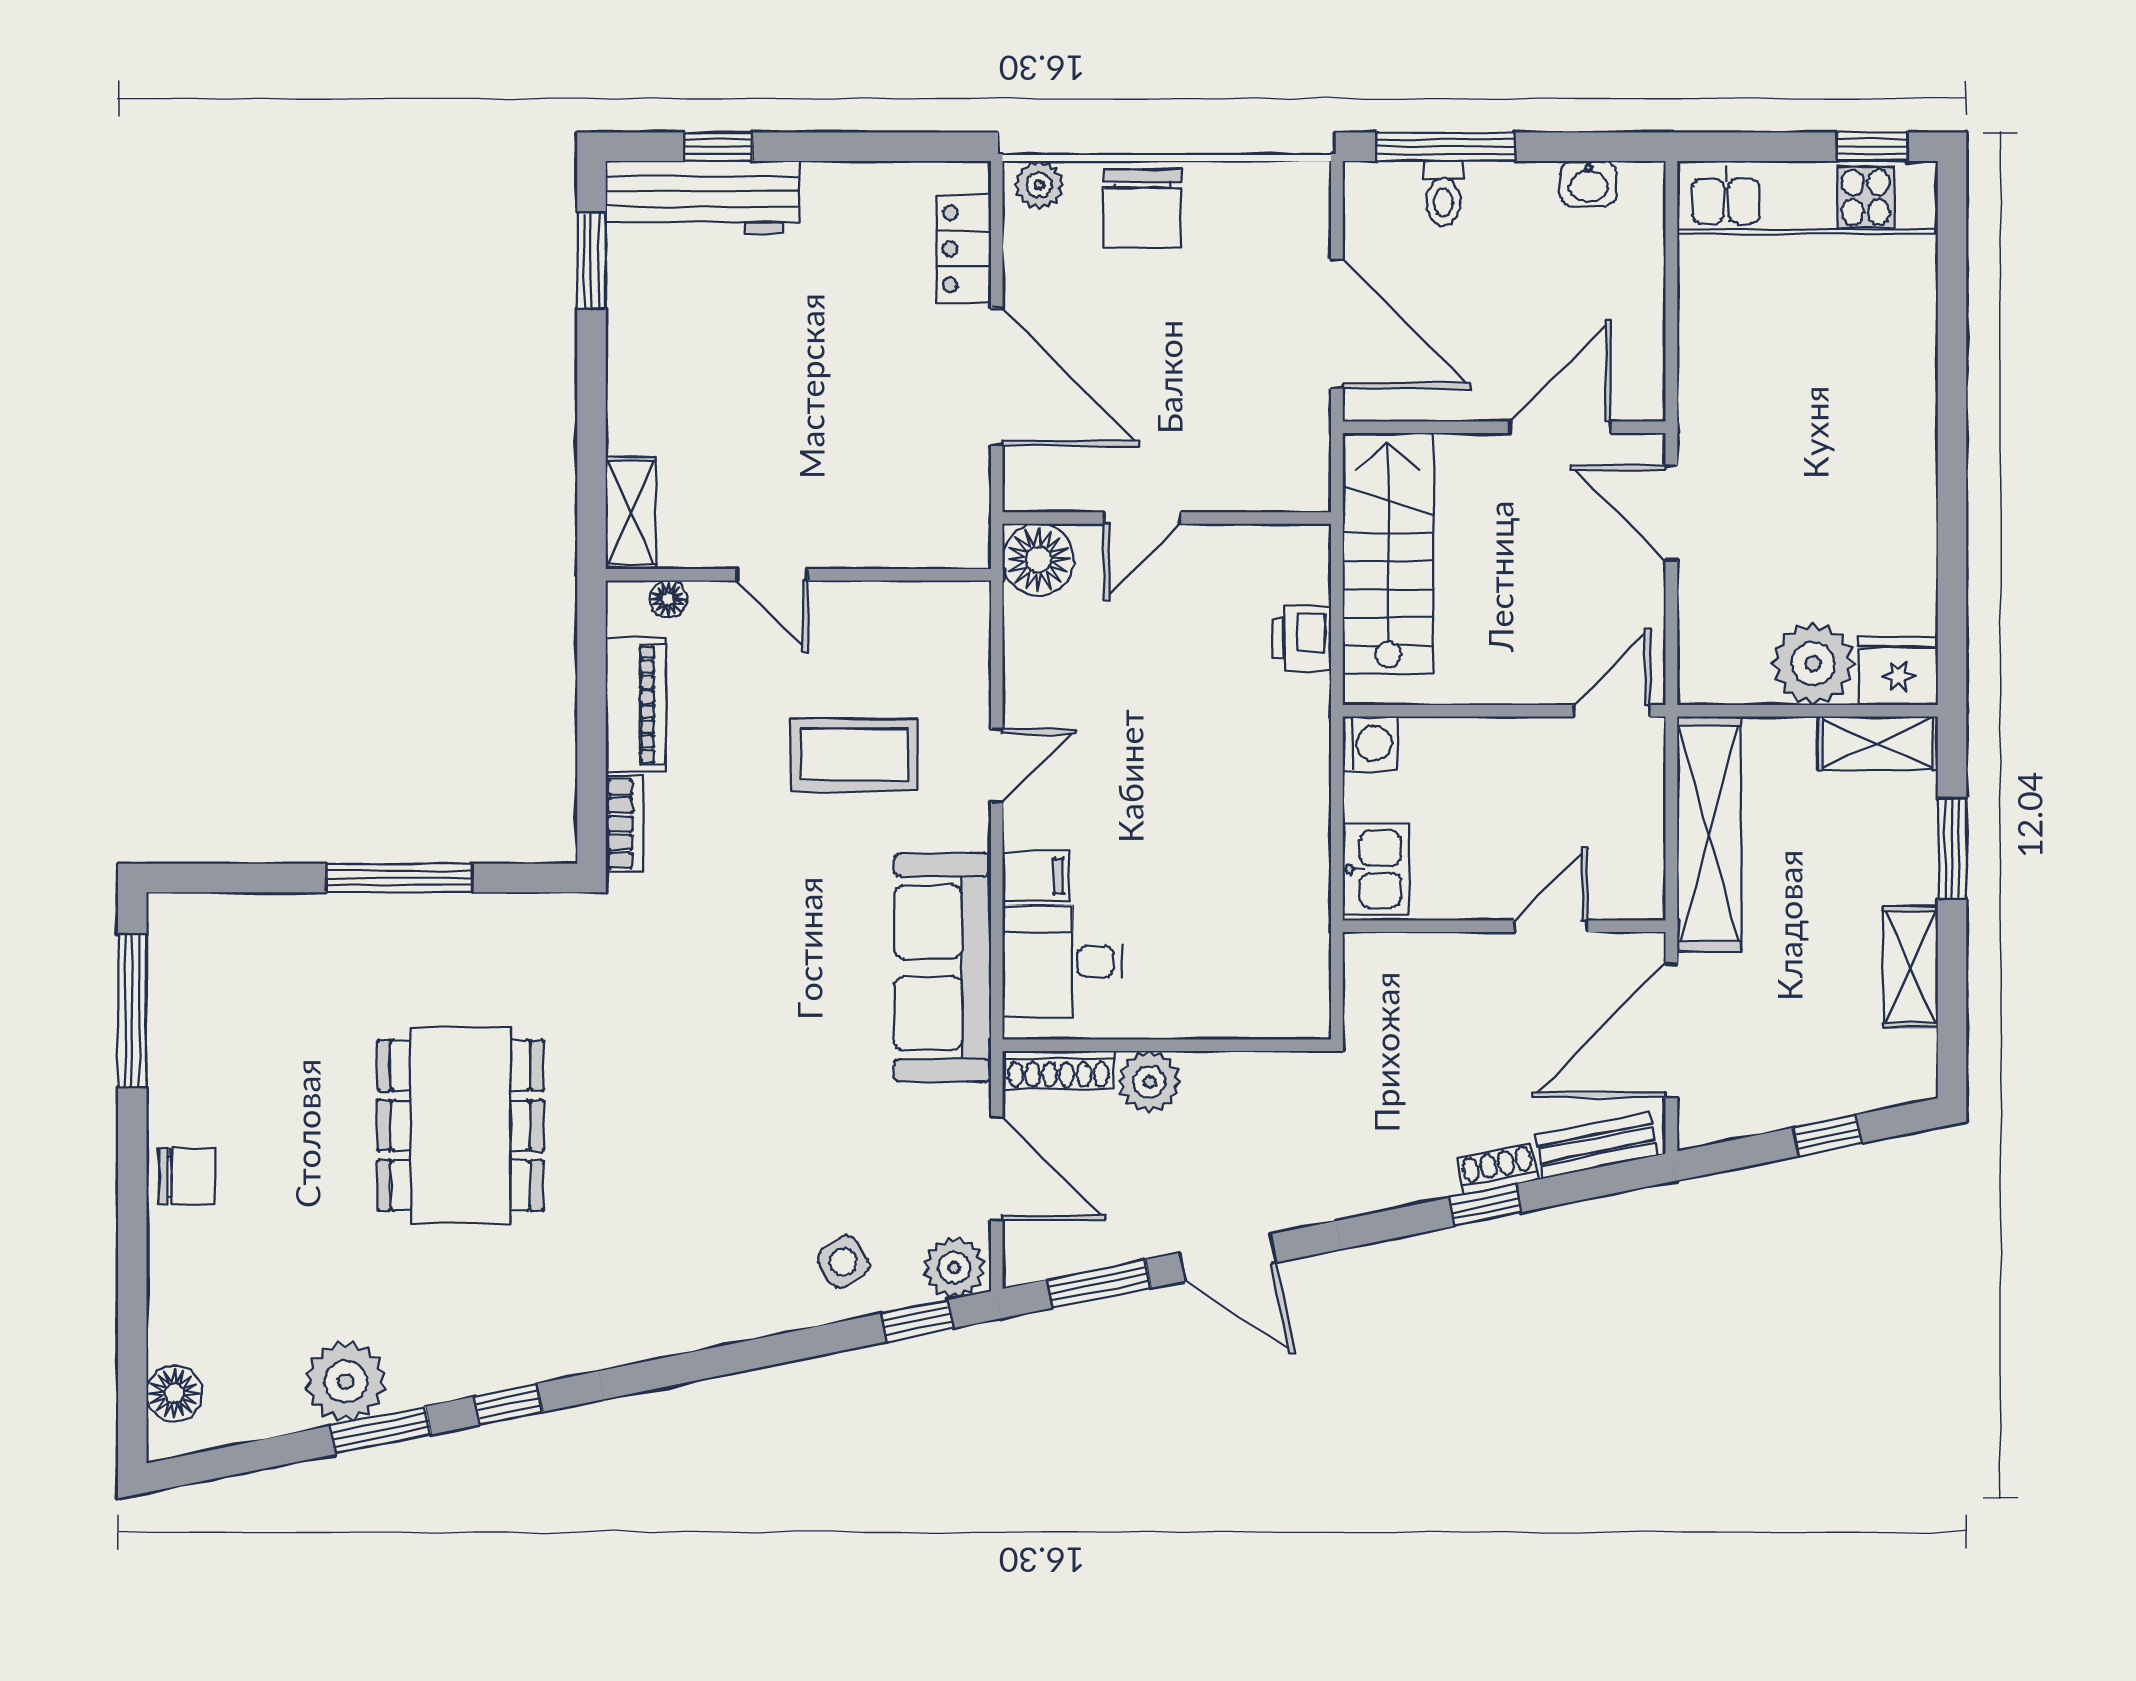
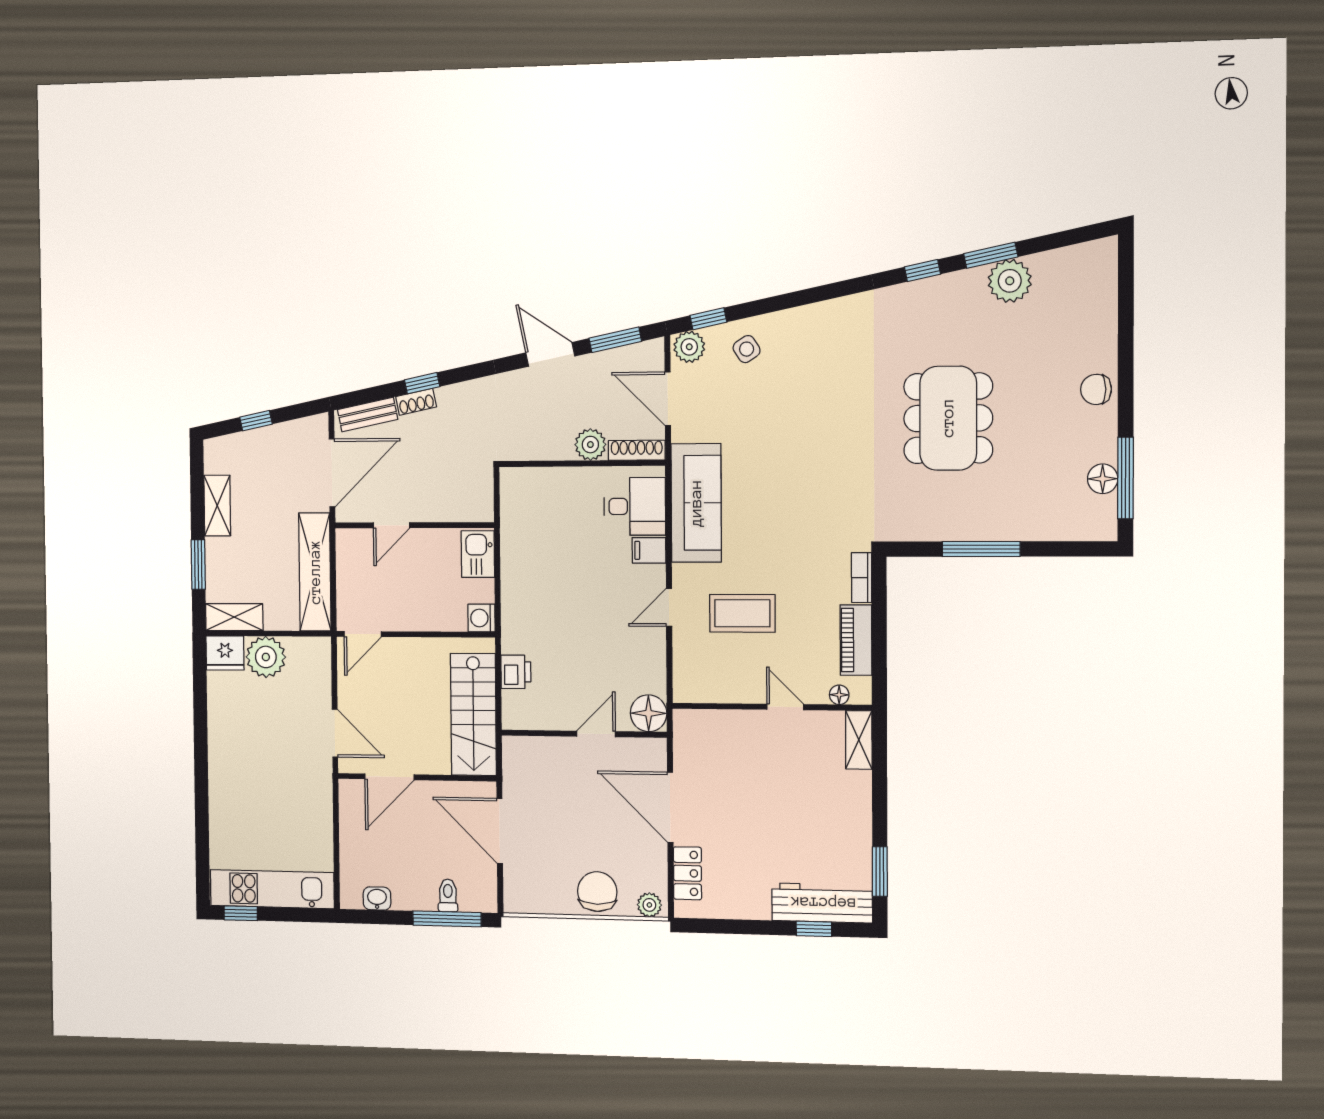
floor lamp: (174, 1393) -> (1103, 479), moved

